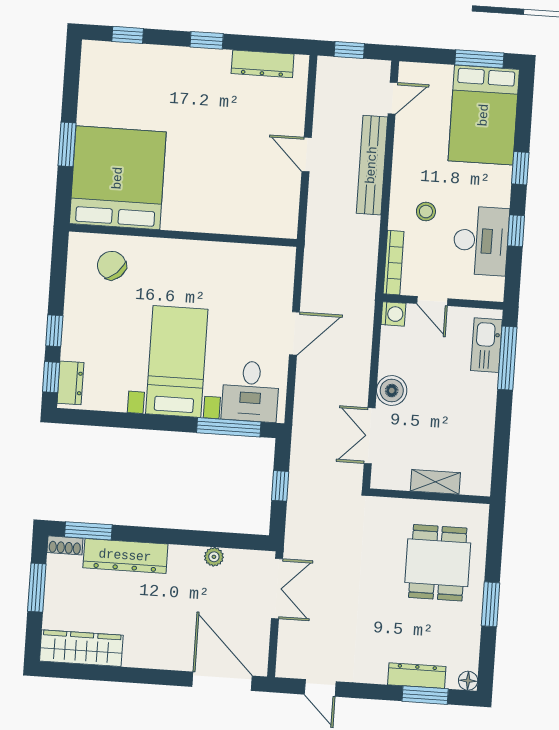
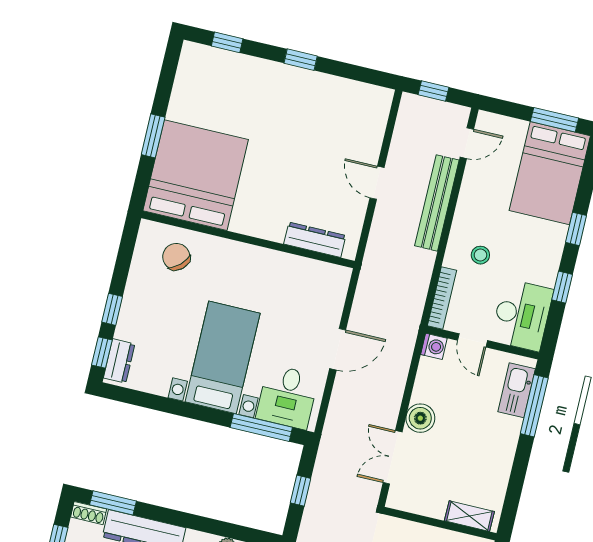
dresser: (263, 64) -> (315, 240), moved, turned 180
desk: (481, 241) -> (522, 315), moved
shelving: (435, 482) -> (469, 516), moved

